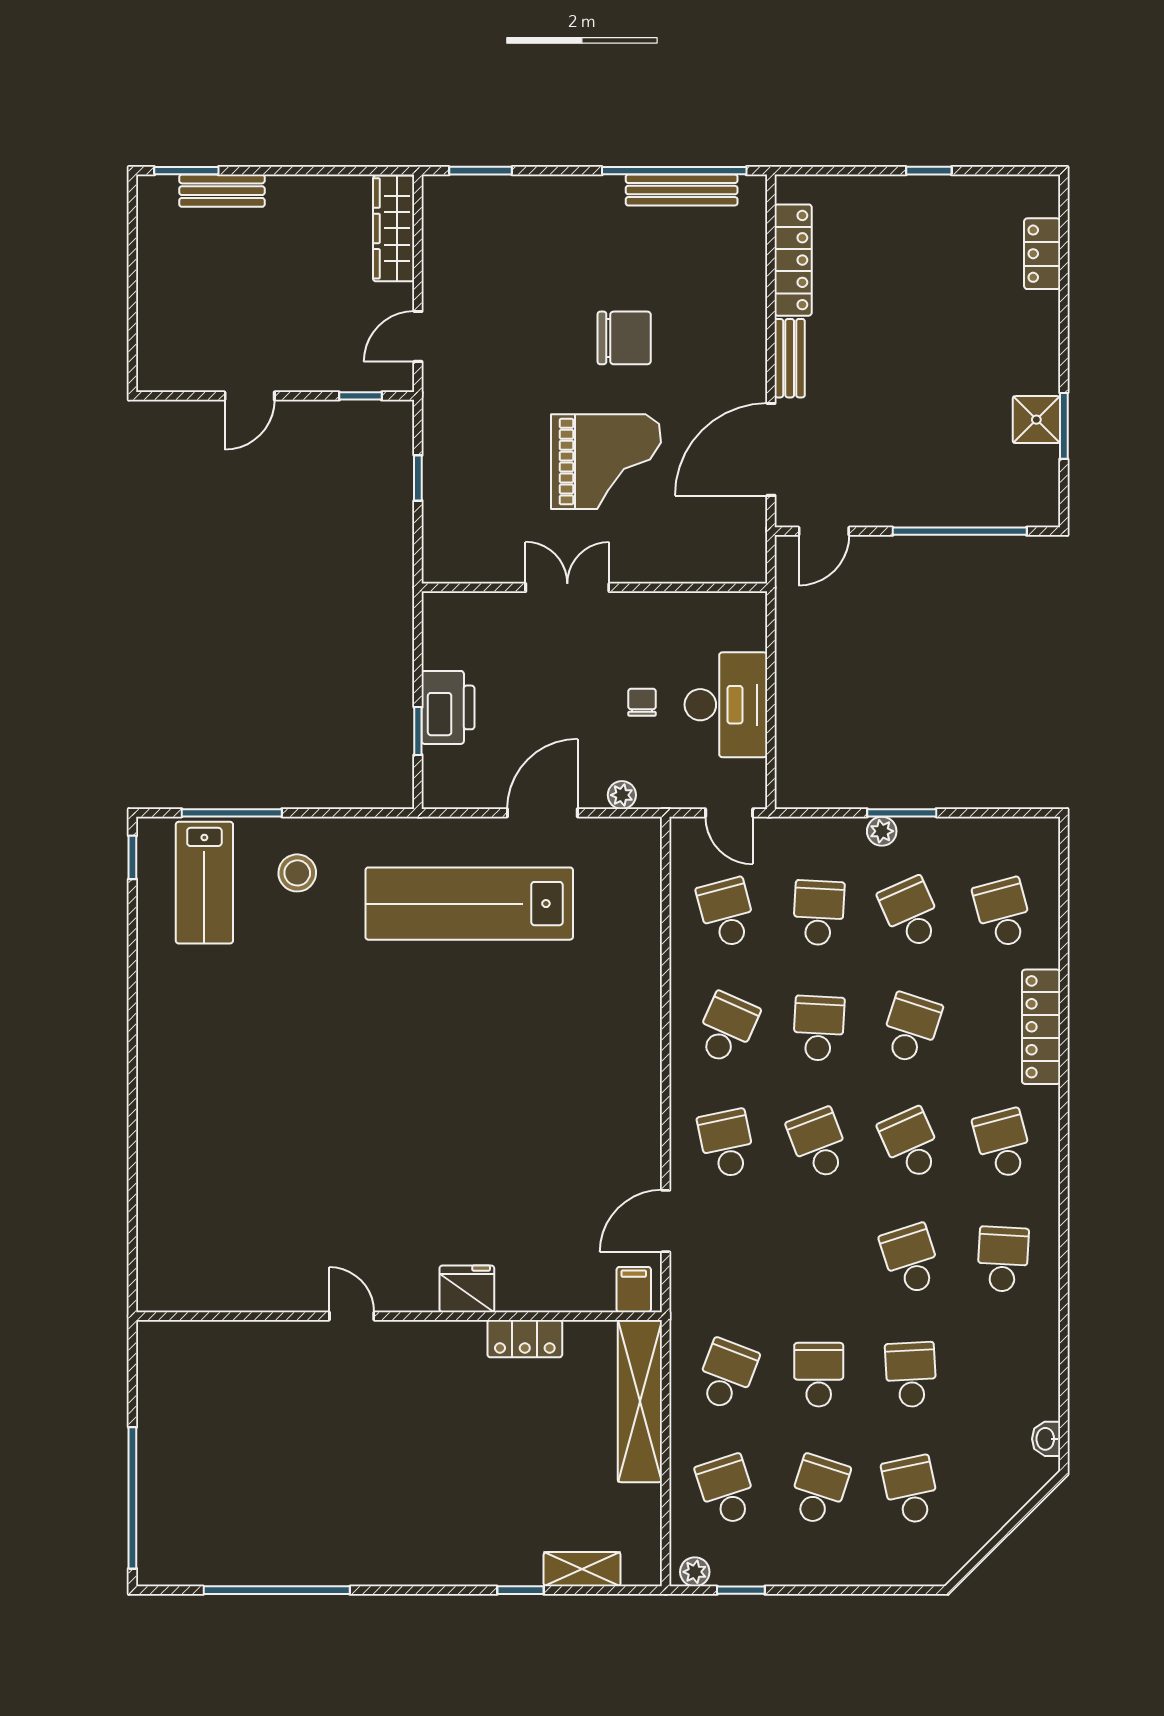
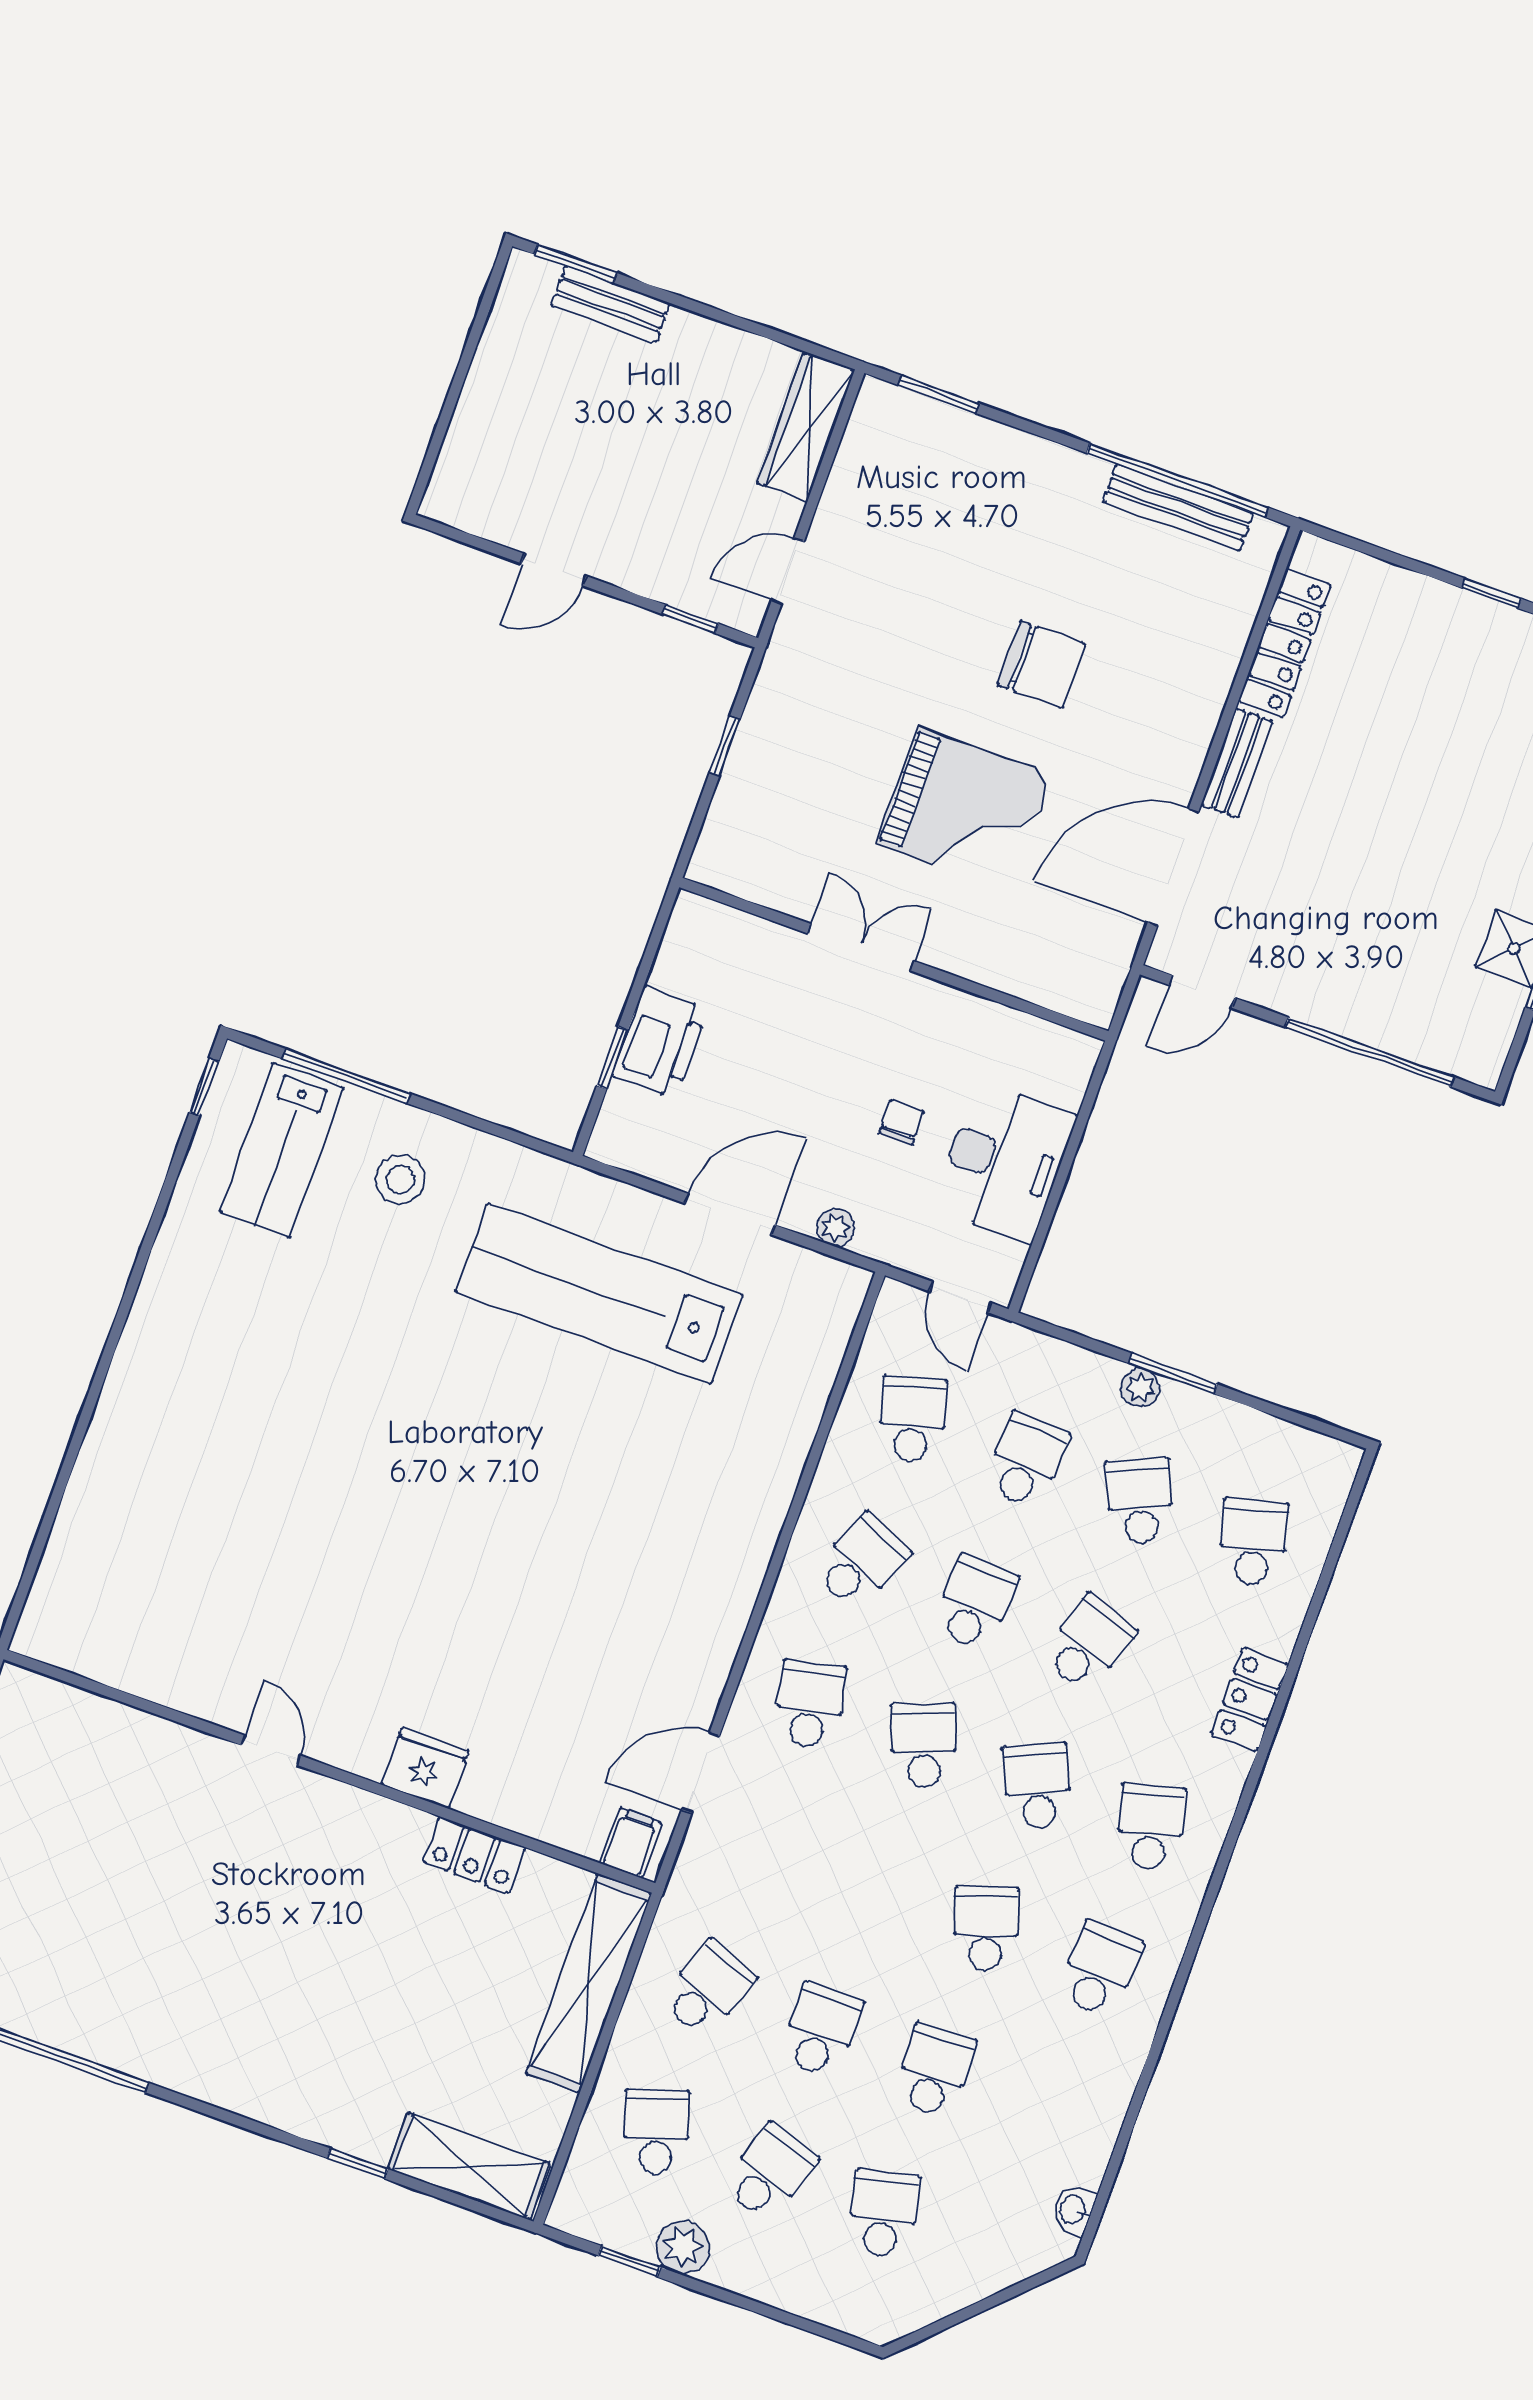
locker: (1041, 1027) -> (1250, 1700), width x0.66
shelving: (582, 1569) -> (469, 2166), width x1.50, depth x1.33
plant: (695, 1572) -> (683, 2247), moved, width x1.38, depth x1.38

